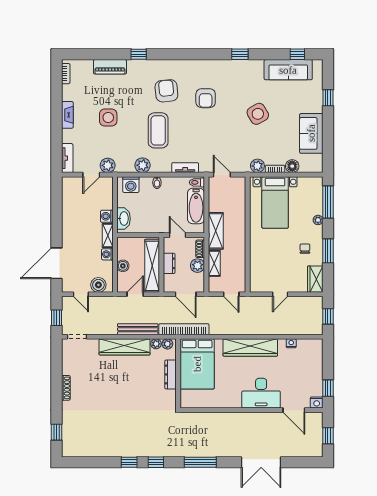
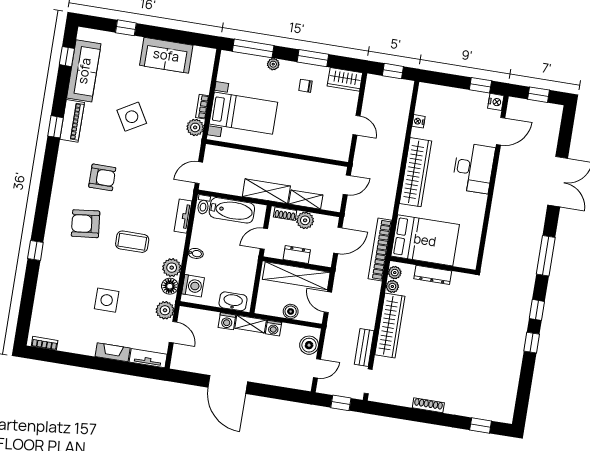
piano: (110, 67) -> (72, 121), moved
fireplace: (67, 115) -> (113, 352), moved
coffee table: (158, 130) -> (132, 242), width x0.73, depth x0.76
floor lamp: (292, 166) -> (170, 286), moved
door: (56, 263) -> (228, 384), moved
bench: (138, 329) -> (364, 347), moved, width x0.73

